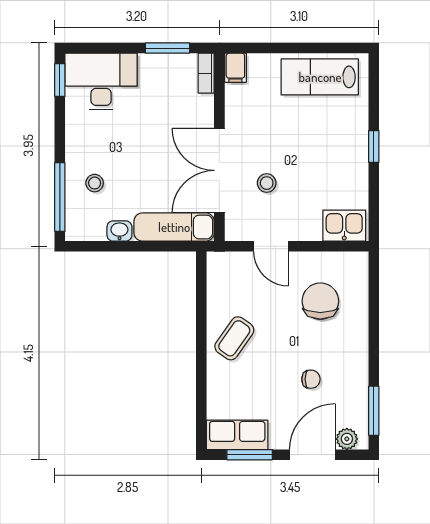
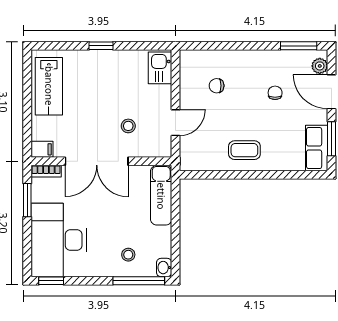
desk: (101, 82) -> (59, 240), width x1.36, depth x1.30
double door: (219, 170) -> (97, 161), moved
washbasin: (119, 231) -> (164, 268), moved
chair: (320, 301) -> (217, 86), width x0.54, depth x0.54
coffee table: (234, 338) -> (244, 150), turned -35

